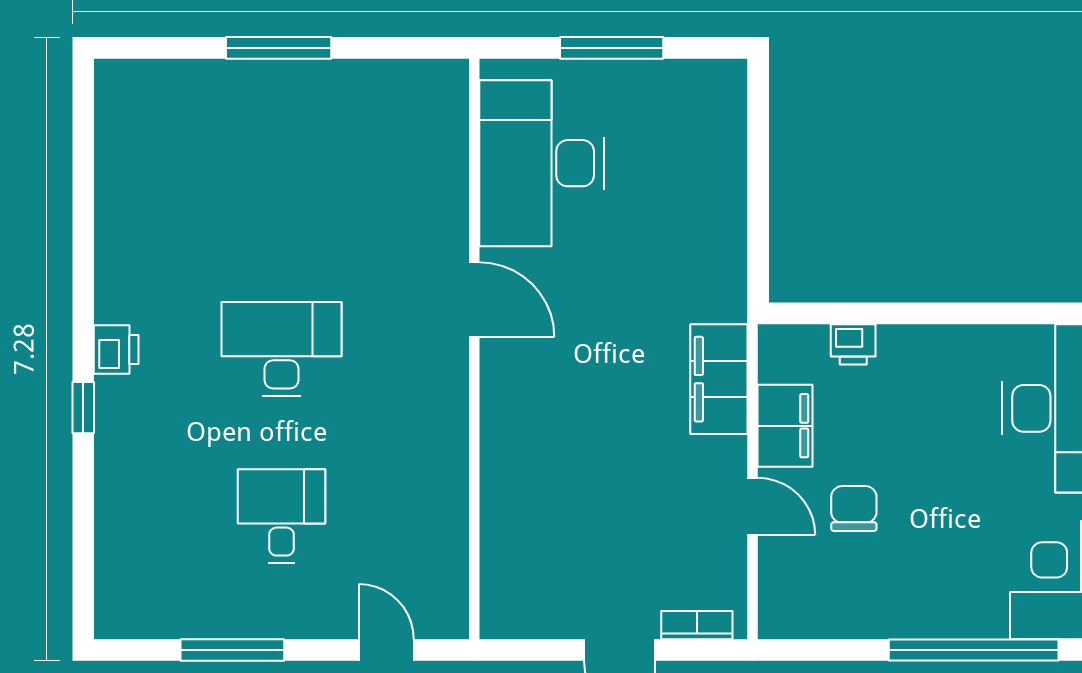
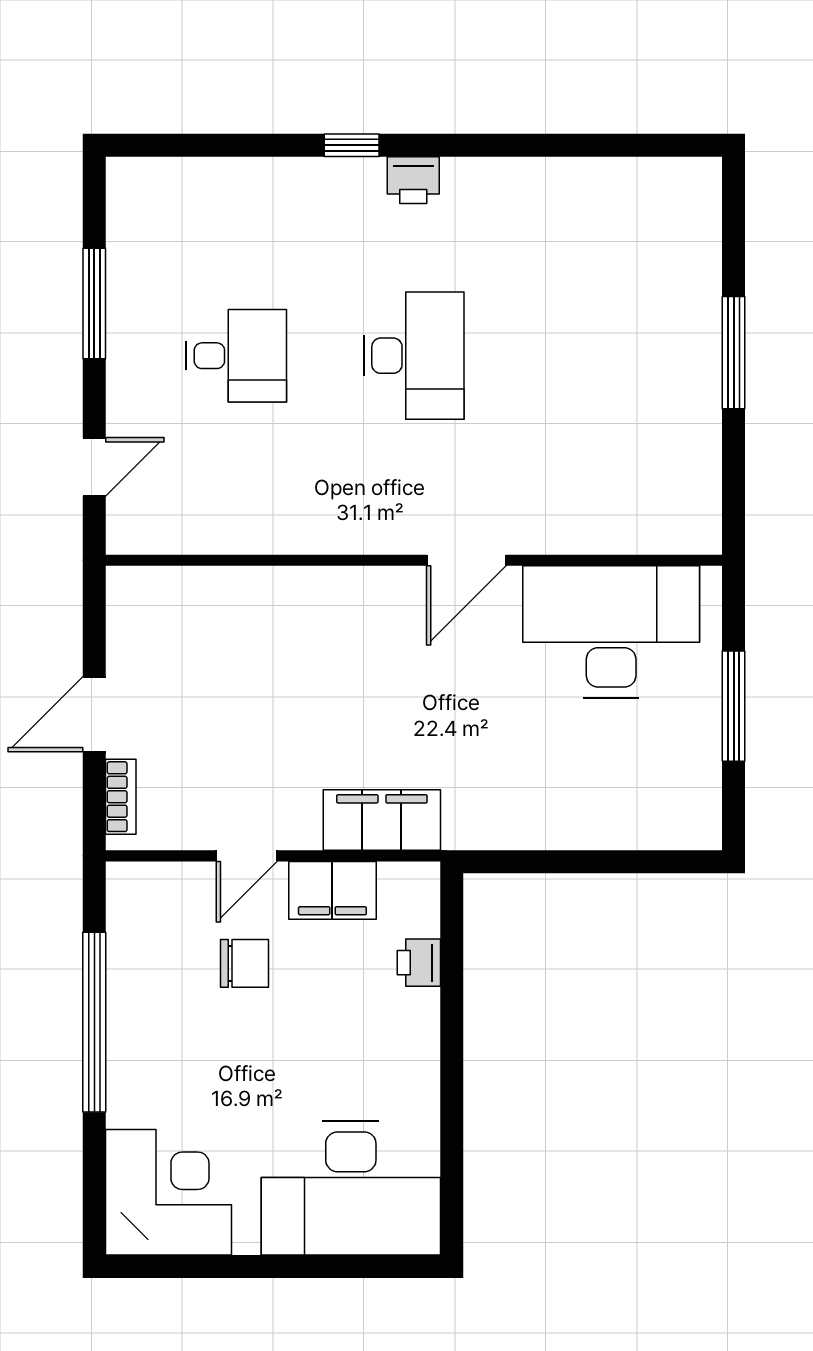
window: (974, 650) -> (94, 1022), moved

